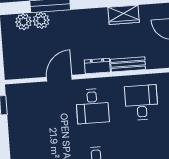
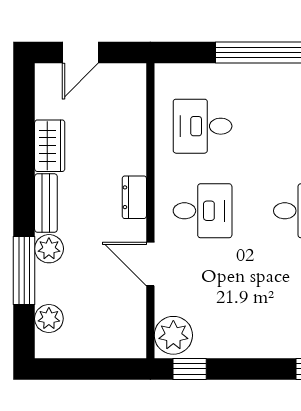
plant: (41, 20) -> (49, 249), moved
bench: (128, 64) -> (46, 203), moved
plant: (19, 95) -> (173, 335), added

